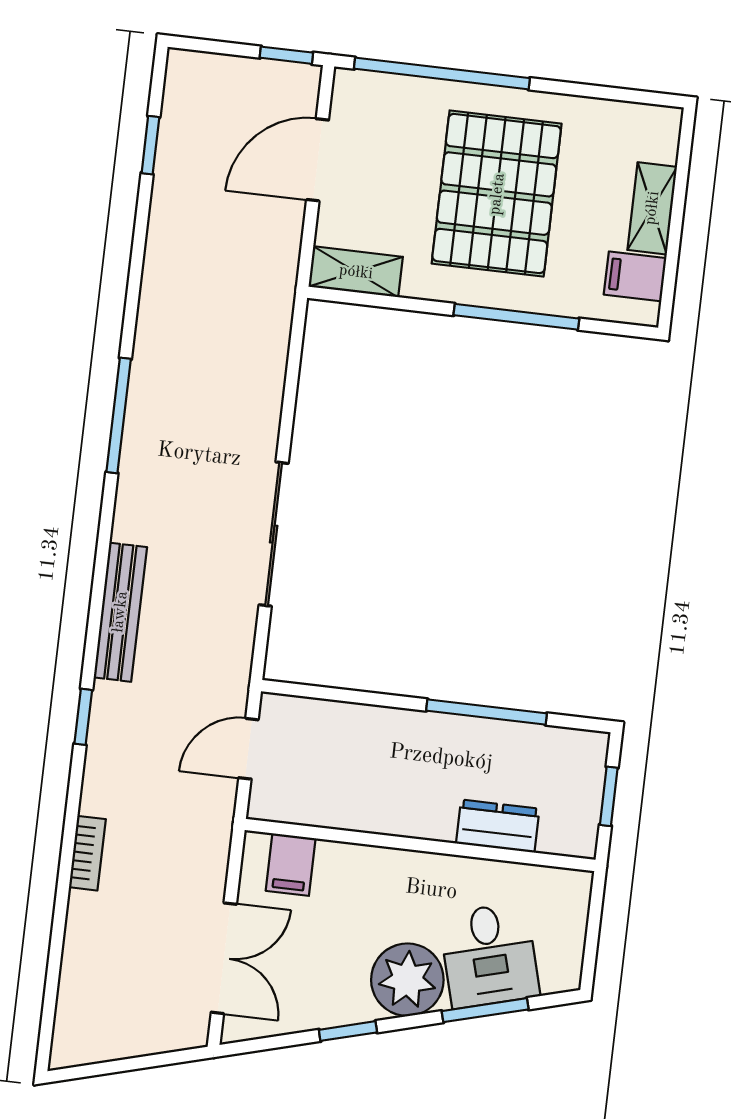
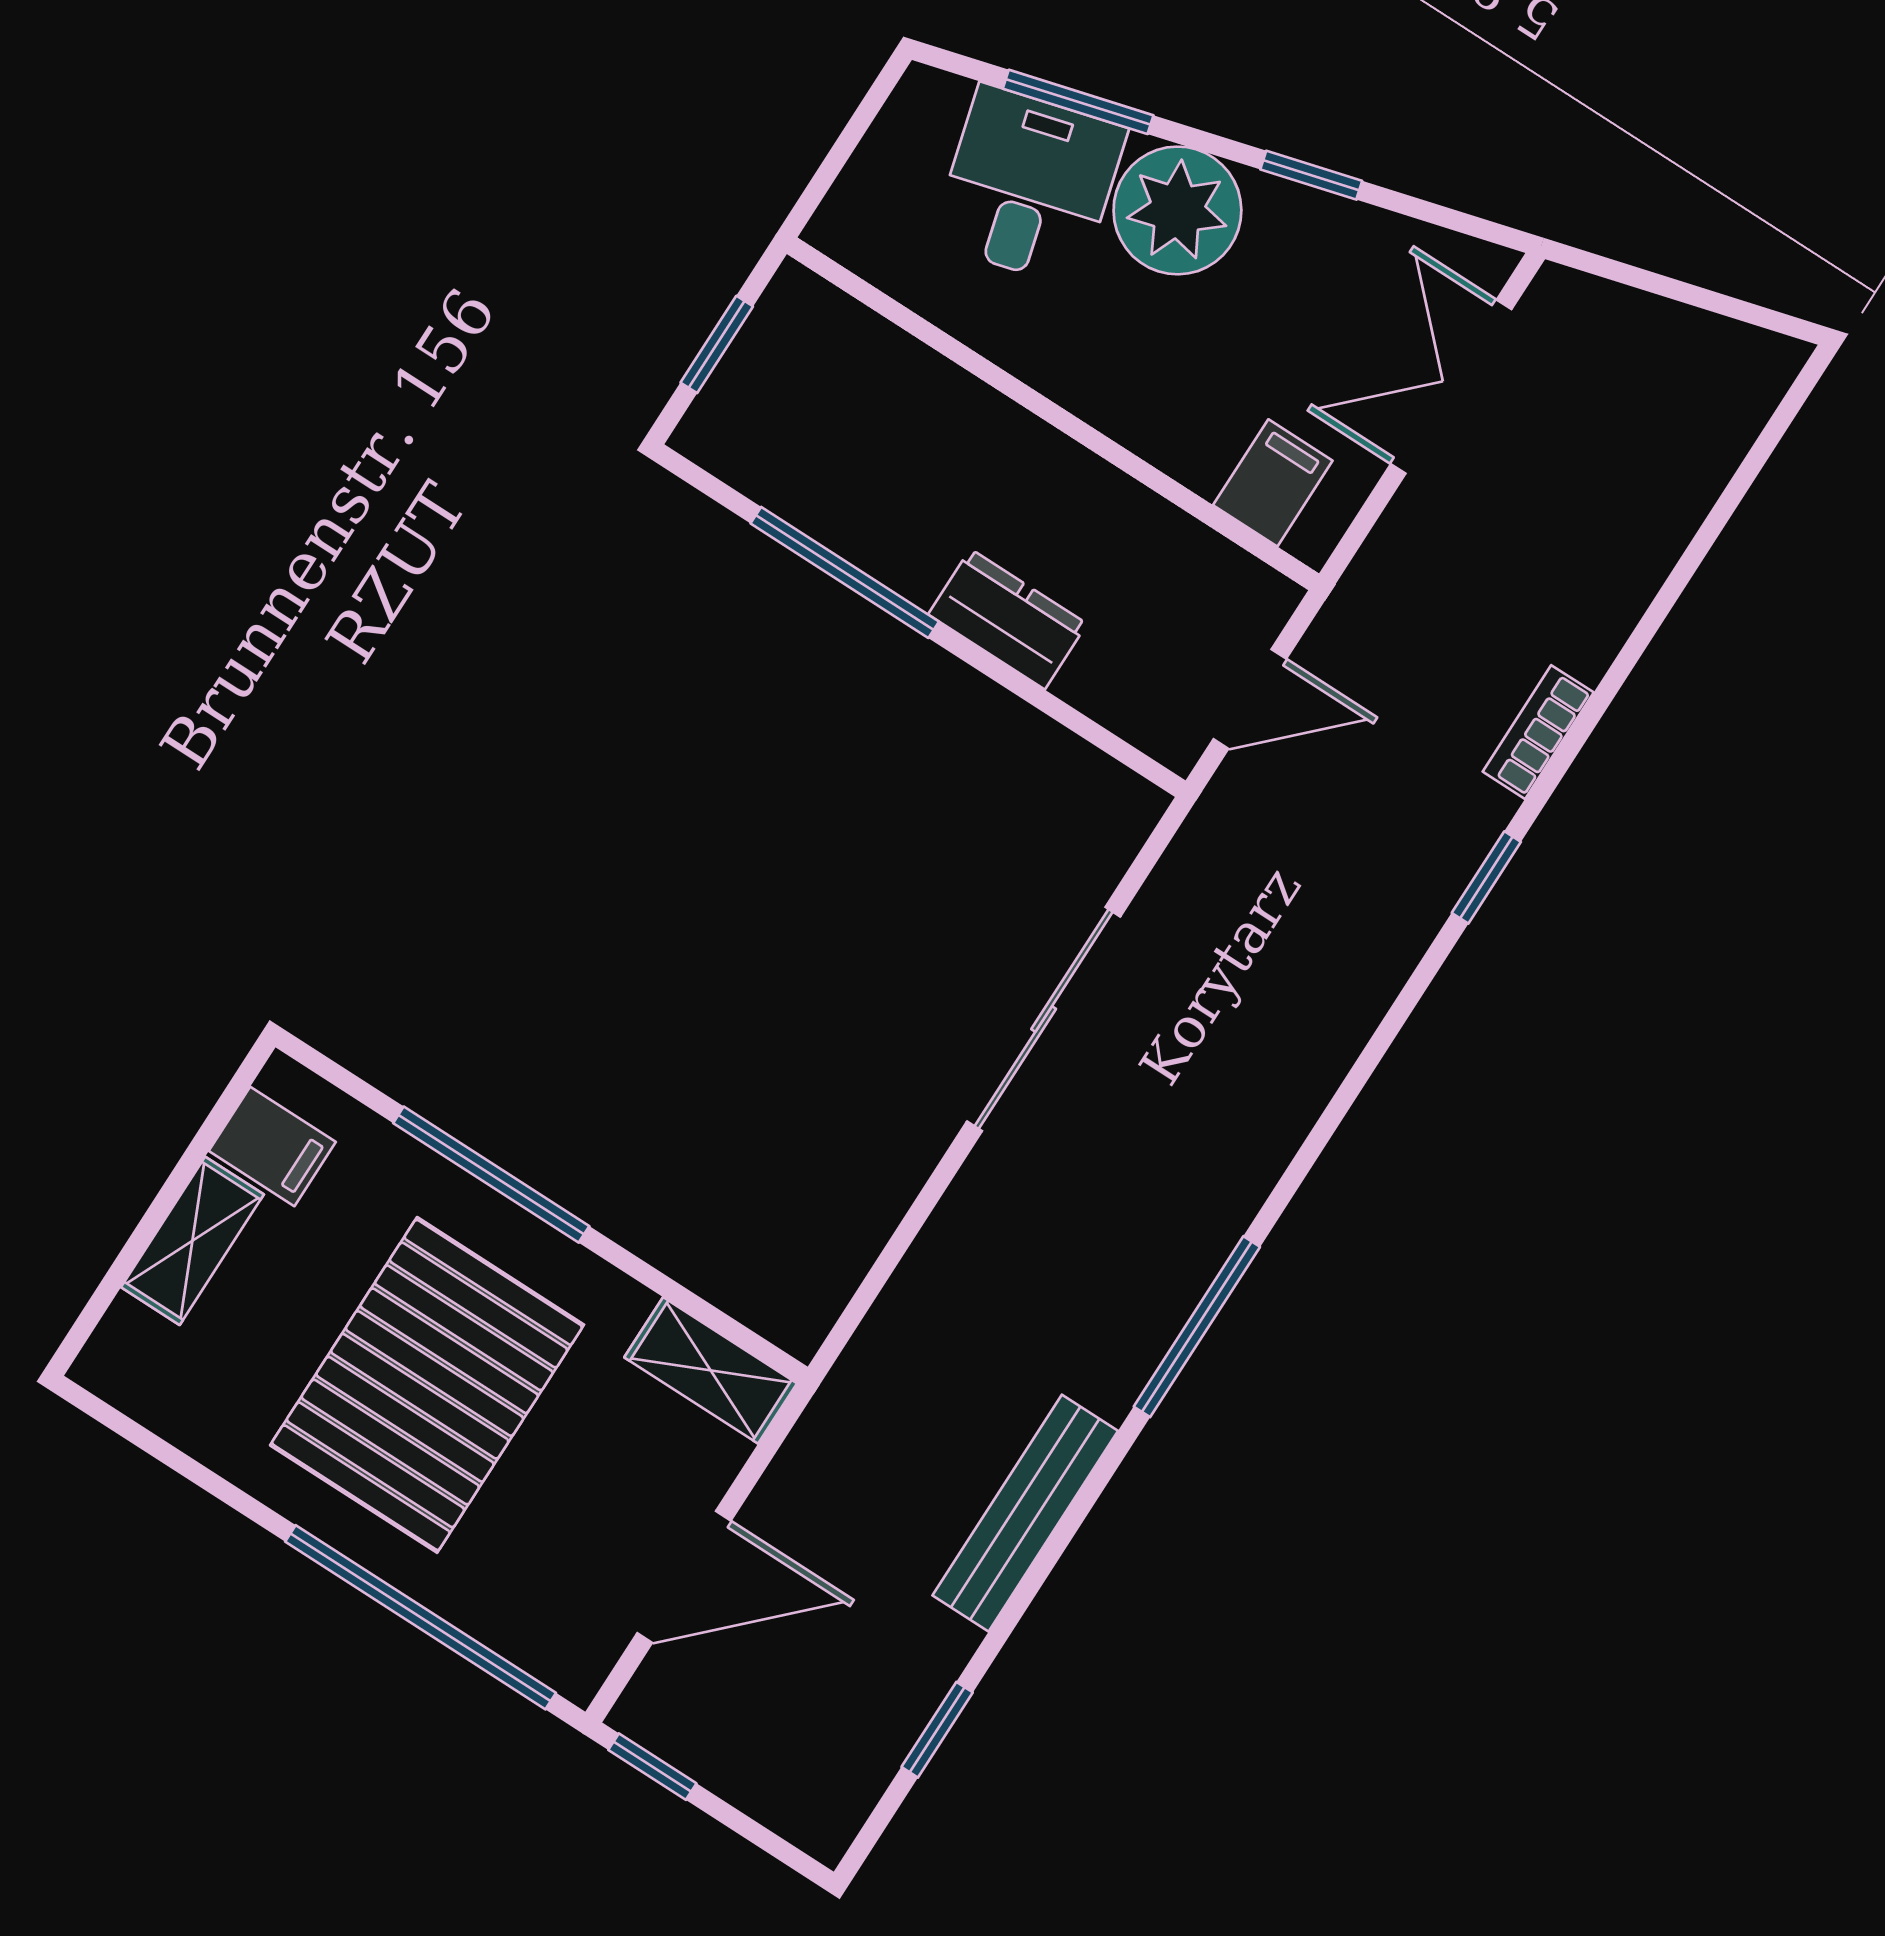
bench: (120, 612) -> (1025, 1513), moved
dresser: (498, 826) -> (1008, 619), moved, turned 180
bookcase: (87, 853) -> (1538, 732), moved

